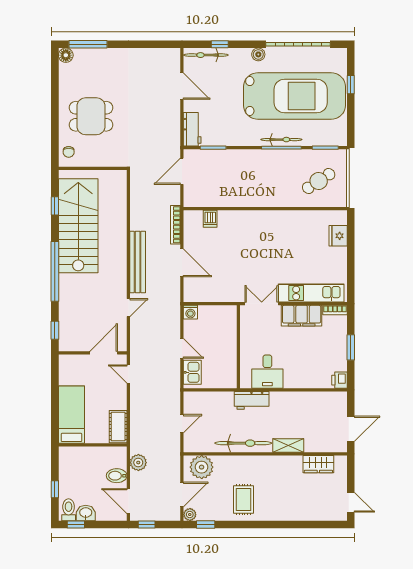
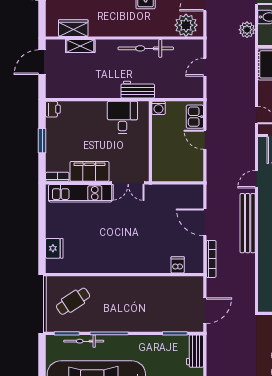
bicycle: (281, 140) -> (84, 341), moved
washing machine: (190, 312) -> (159, 108), moved, turned 180
shelving: (288, 446) -> (80, 46), moved

